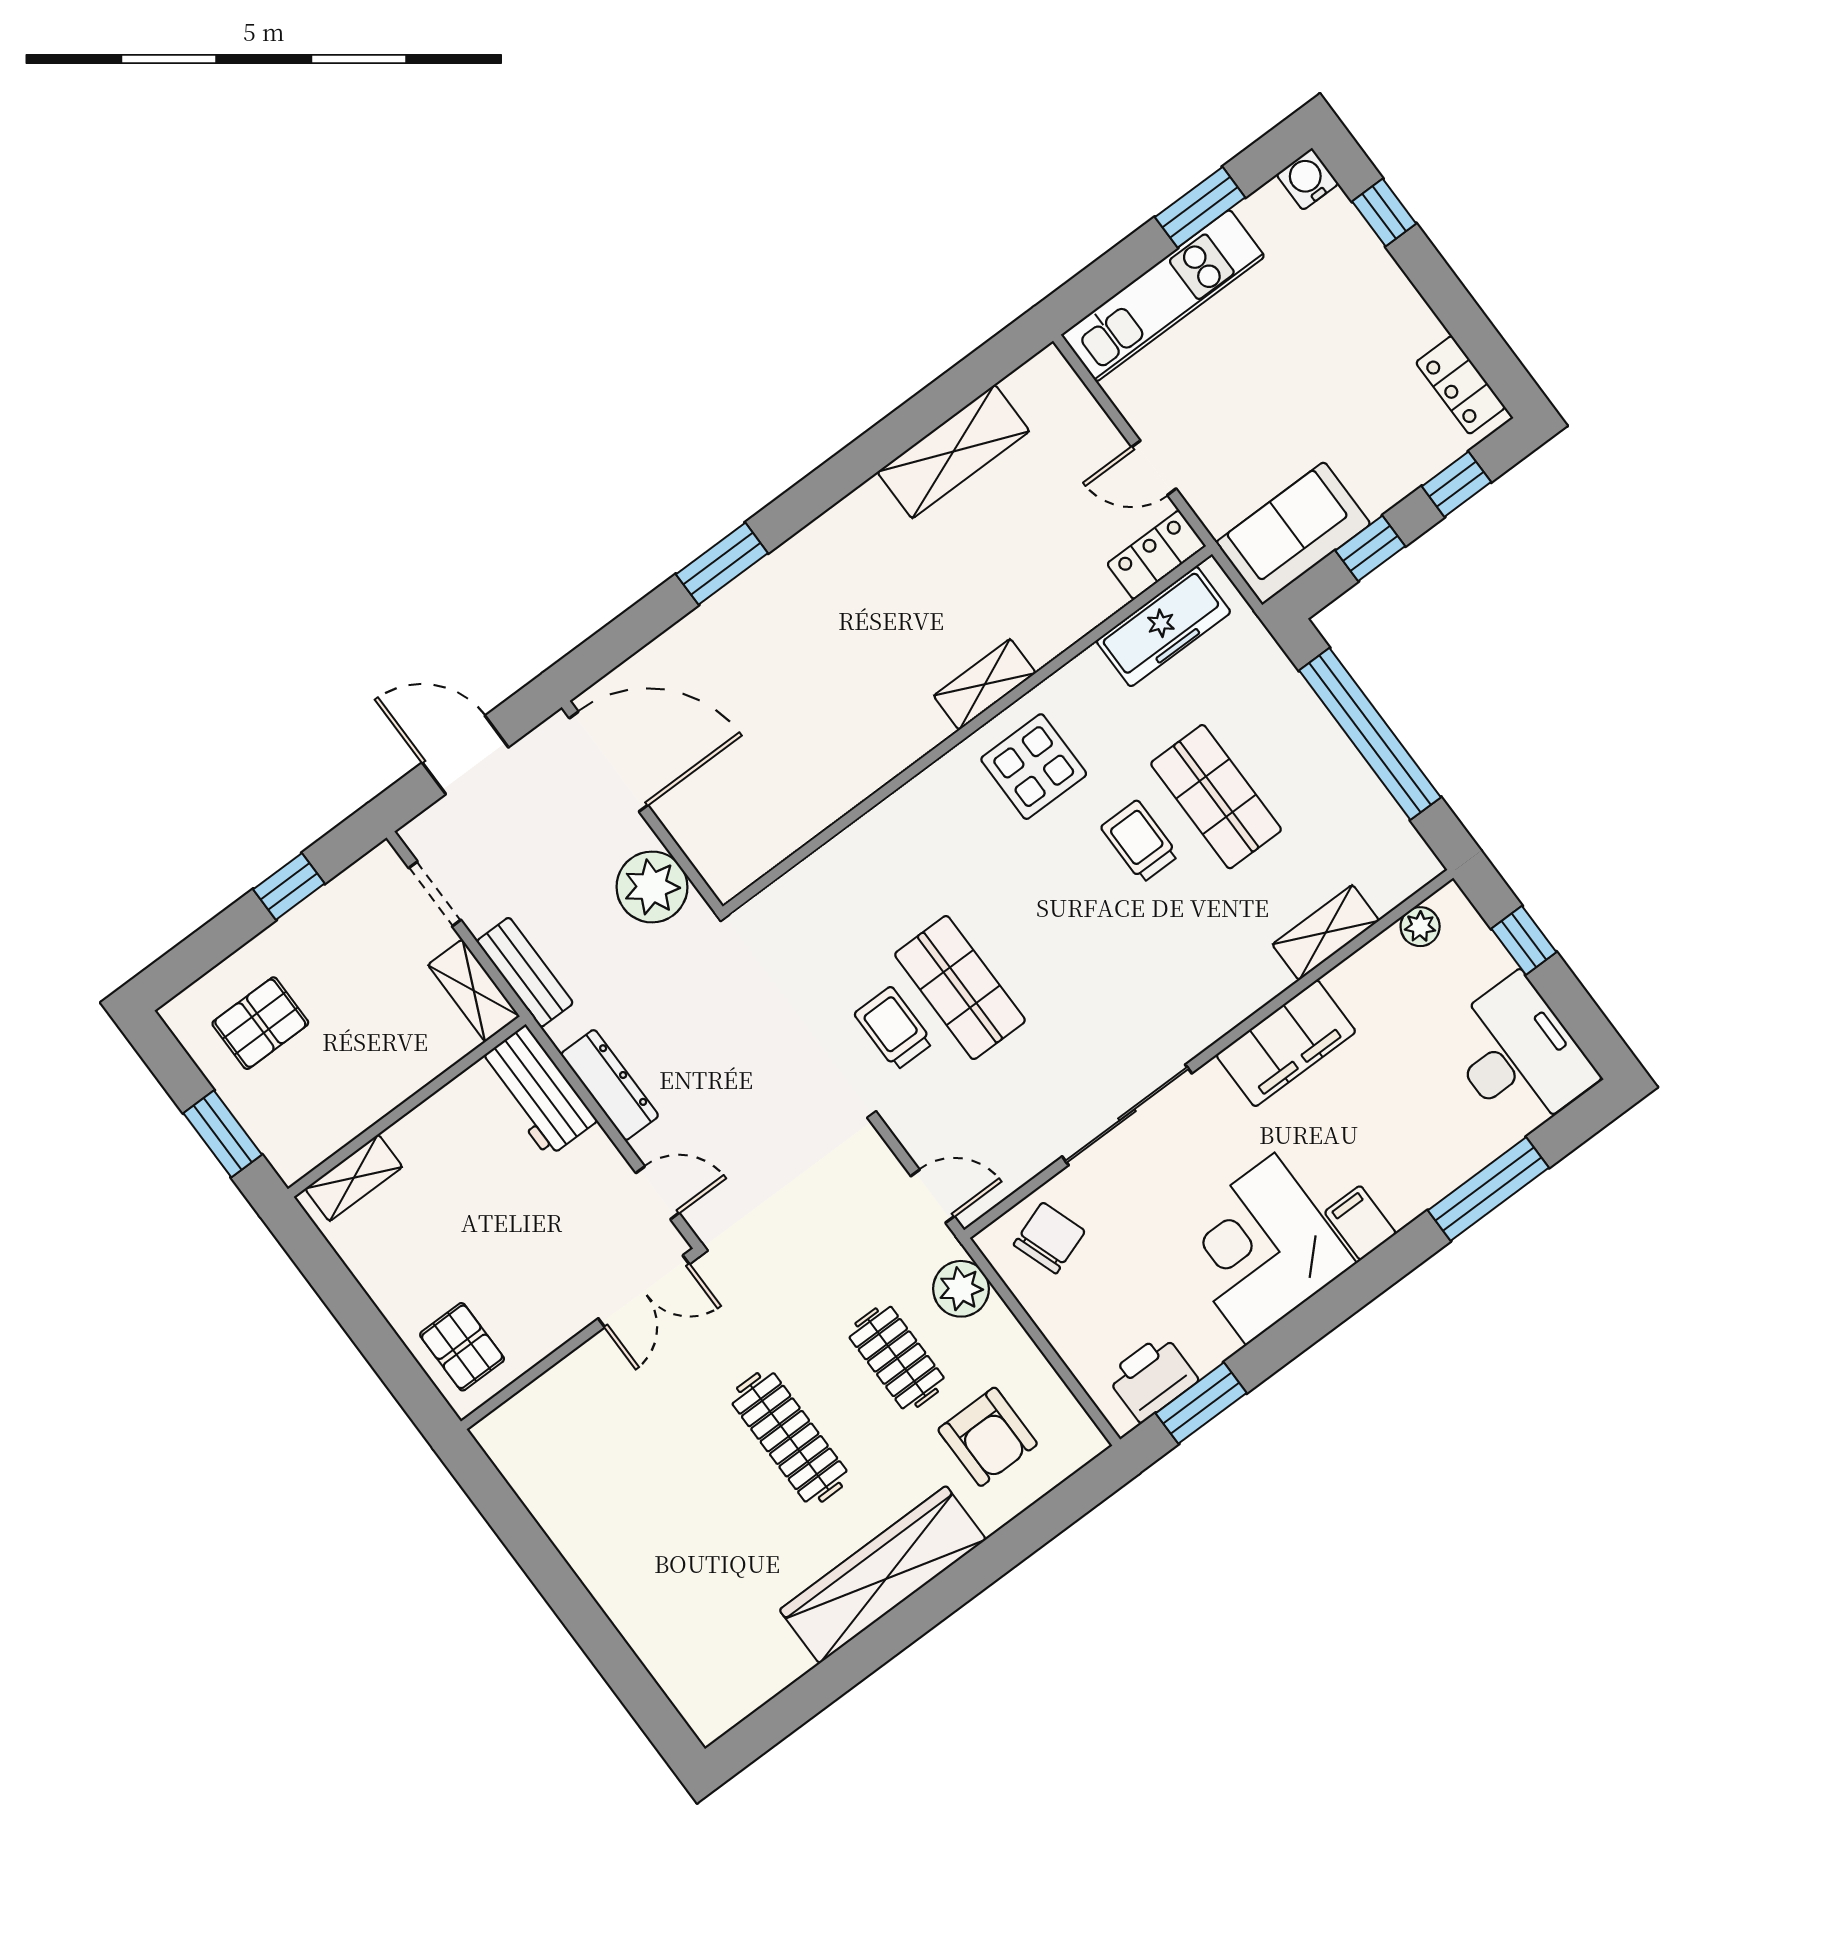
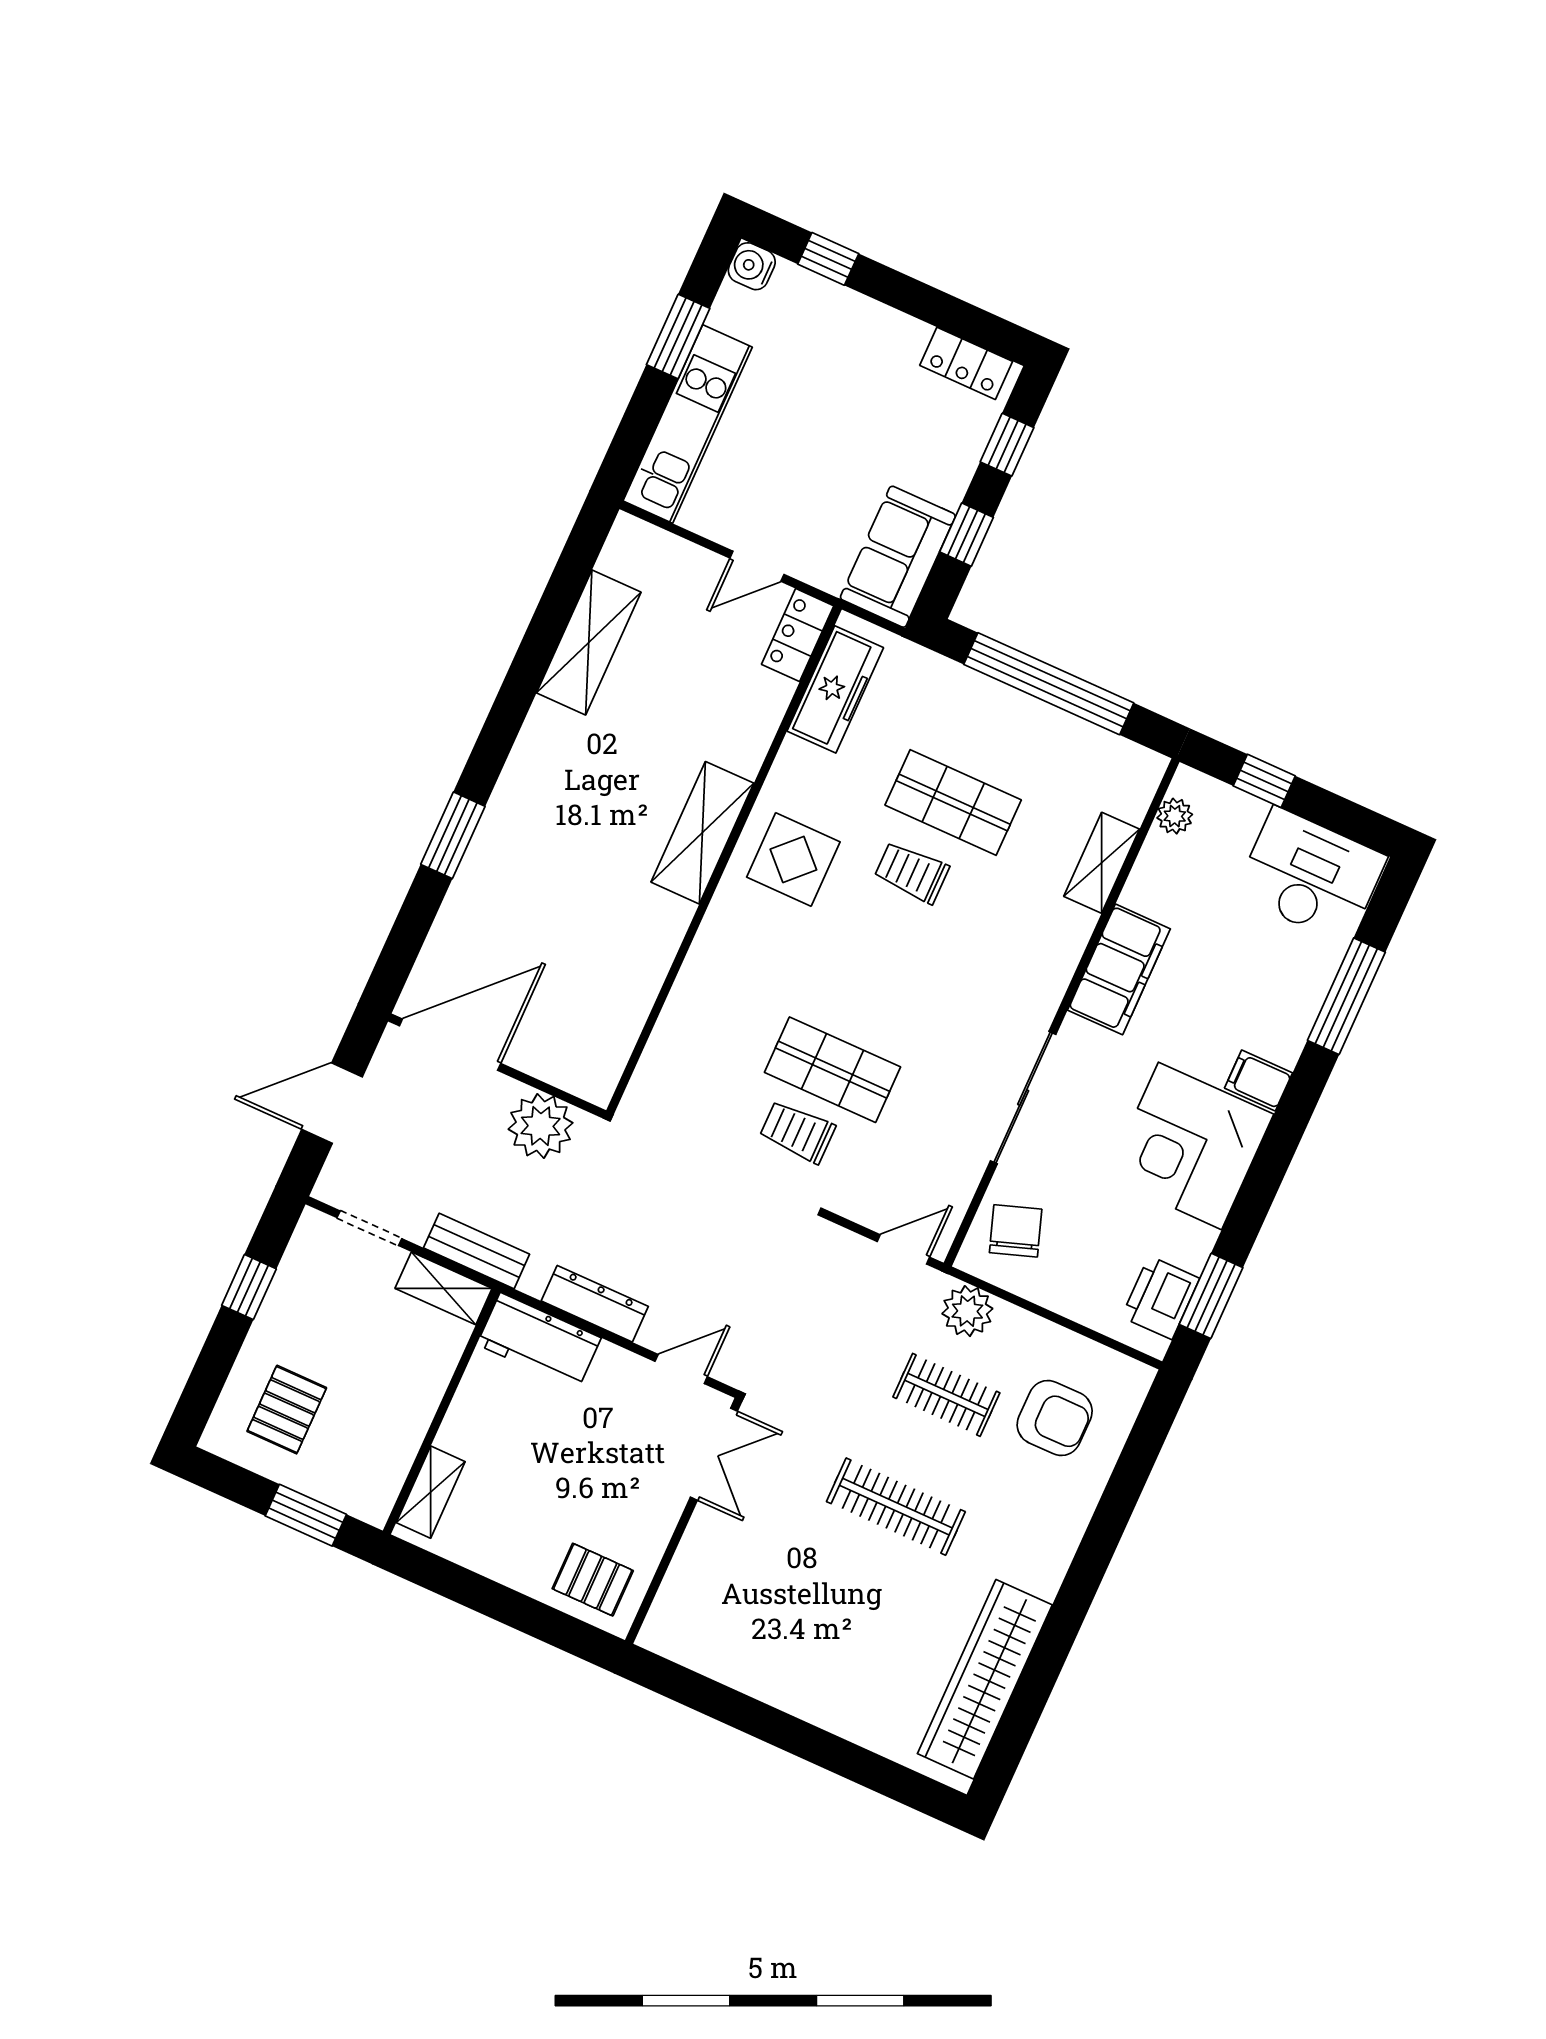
shelving: (985, 684) -> (702, 833), width x1.50, depth x1.33
wardrobe: (883, 1575) -> (985, 1679), moved

